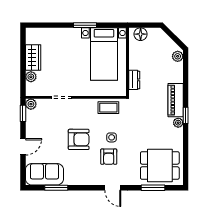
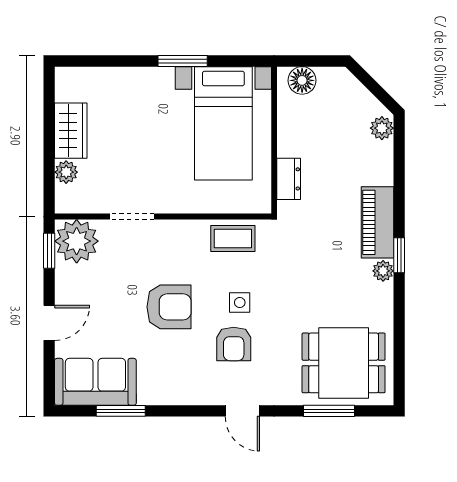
plant: (31, 104) -> (77, 241), width x1.87, depth x1.87

